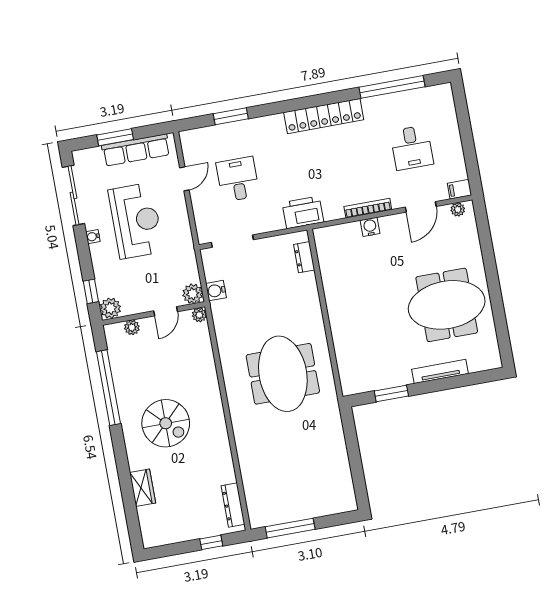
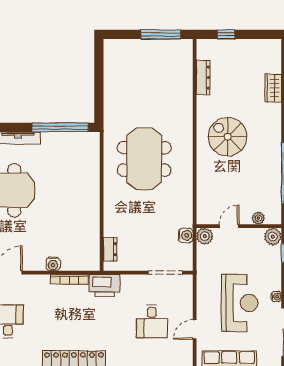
bookcase: (368, 208) -> (69, 279), moved
reception desk: (136, 221) -> (240, 303), turned 180
plant: (199, 315) -> (202, 218), removed
window: (391, 394) -> (60, 127), width x2.11
spiral stairs: (166, 423) -> (228, 137), moved
dresser: (233, 505) -> (203, 78), moved

